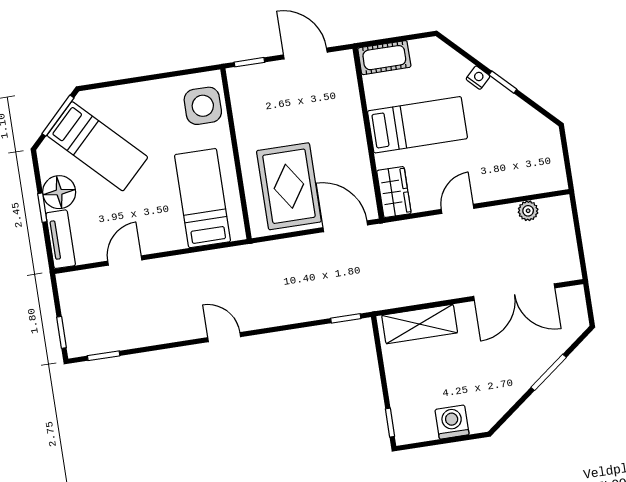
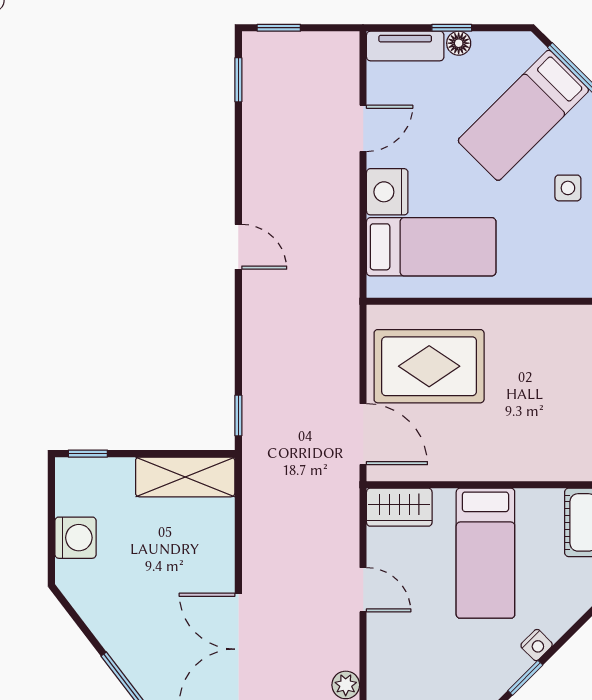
side table: (203, 106) -> (568, 188), moved, width x0.54, depth x0.54
floor lamp: (59, 192) -> (459, 43), width x0.53, depth x0.53
door: (345, 226) -> (363, 434), hinge flipped
nightstand: (168, 236) -> (387, 192), added
door: (125, 260) -> (363, 128), hinge flipped
shelving: (420, 324) -> (185, 477), moved, turned 90
door: (224, 337) -> (238, 247), hinge flipped

